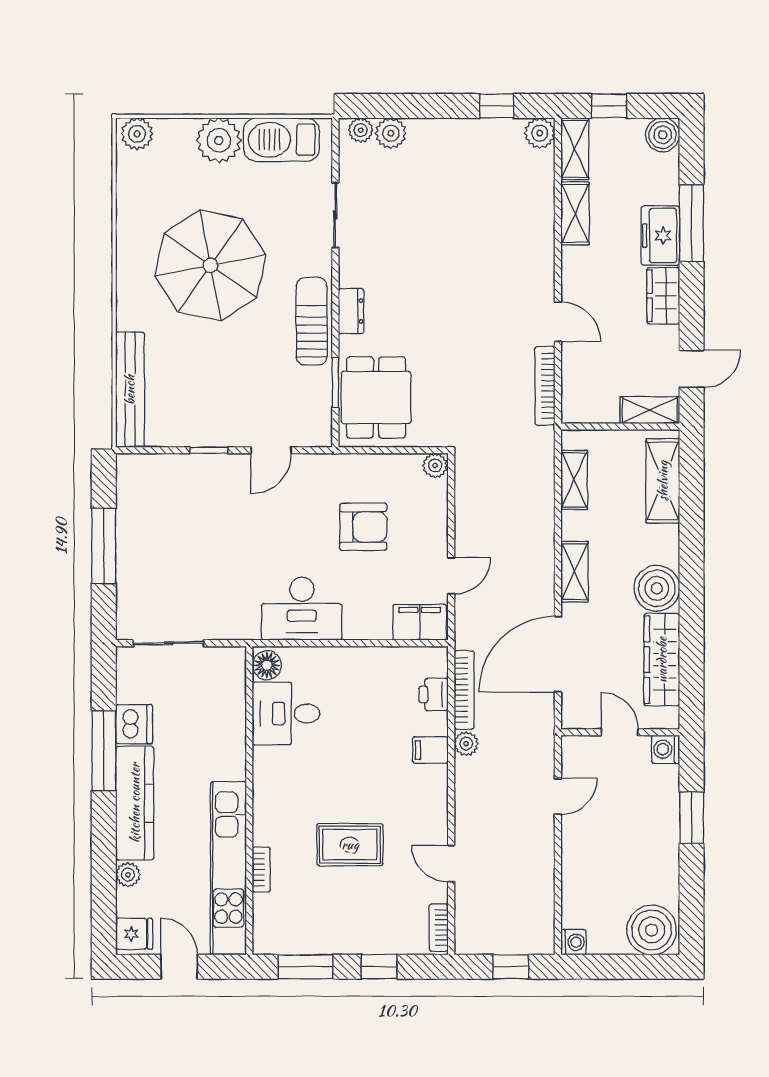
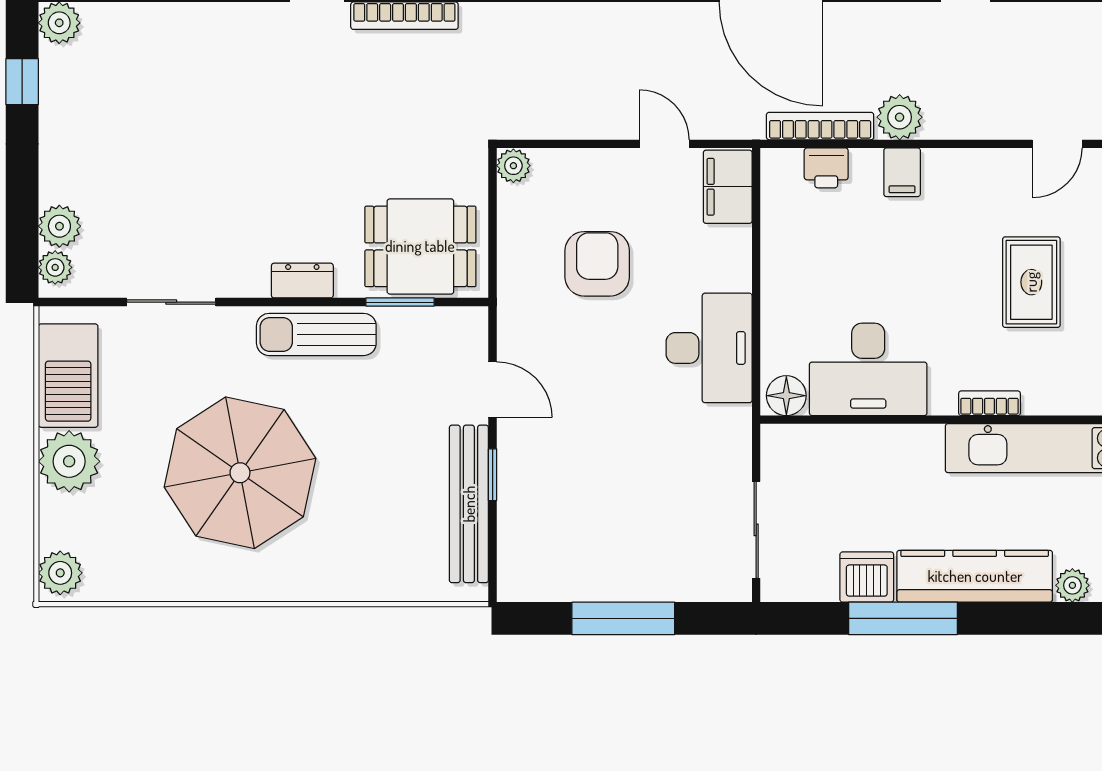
bench: (130, 390) -> (469, 504), moved, turned 90
desk: (286, 714) -> (868, 369), width x1.37
plant: (466, 744) -> (900, 117), width x1.38, depth x1.38
bookcase: (261, 869) -> (989, 403), moved

